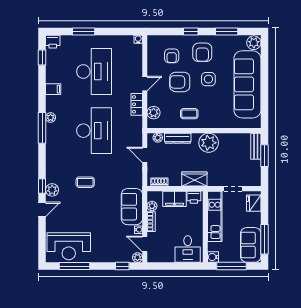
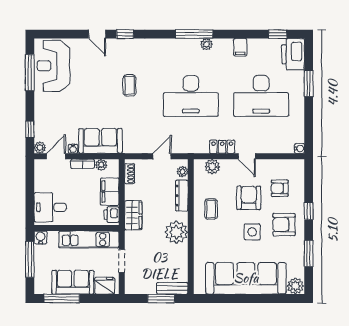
printer: (53, 42) -> (293, 54), width x1.87, depth x1.48
plant: (52, 190) -> (120, 46), removed
sofa: (251, 245) -> (73, 282), moved

